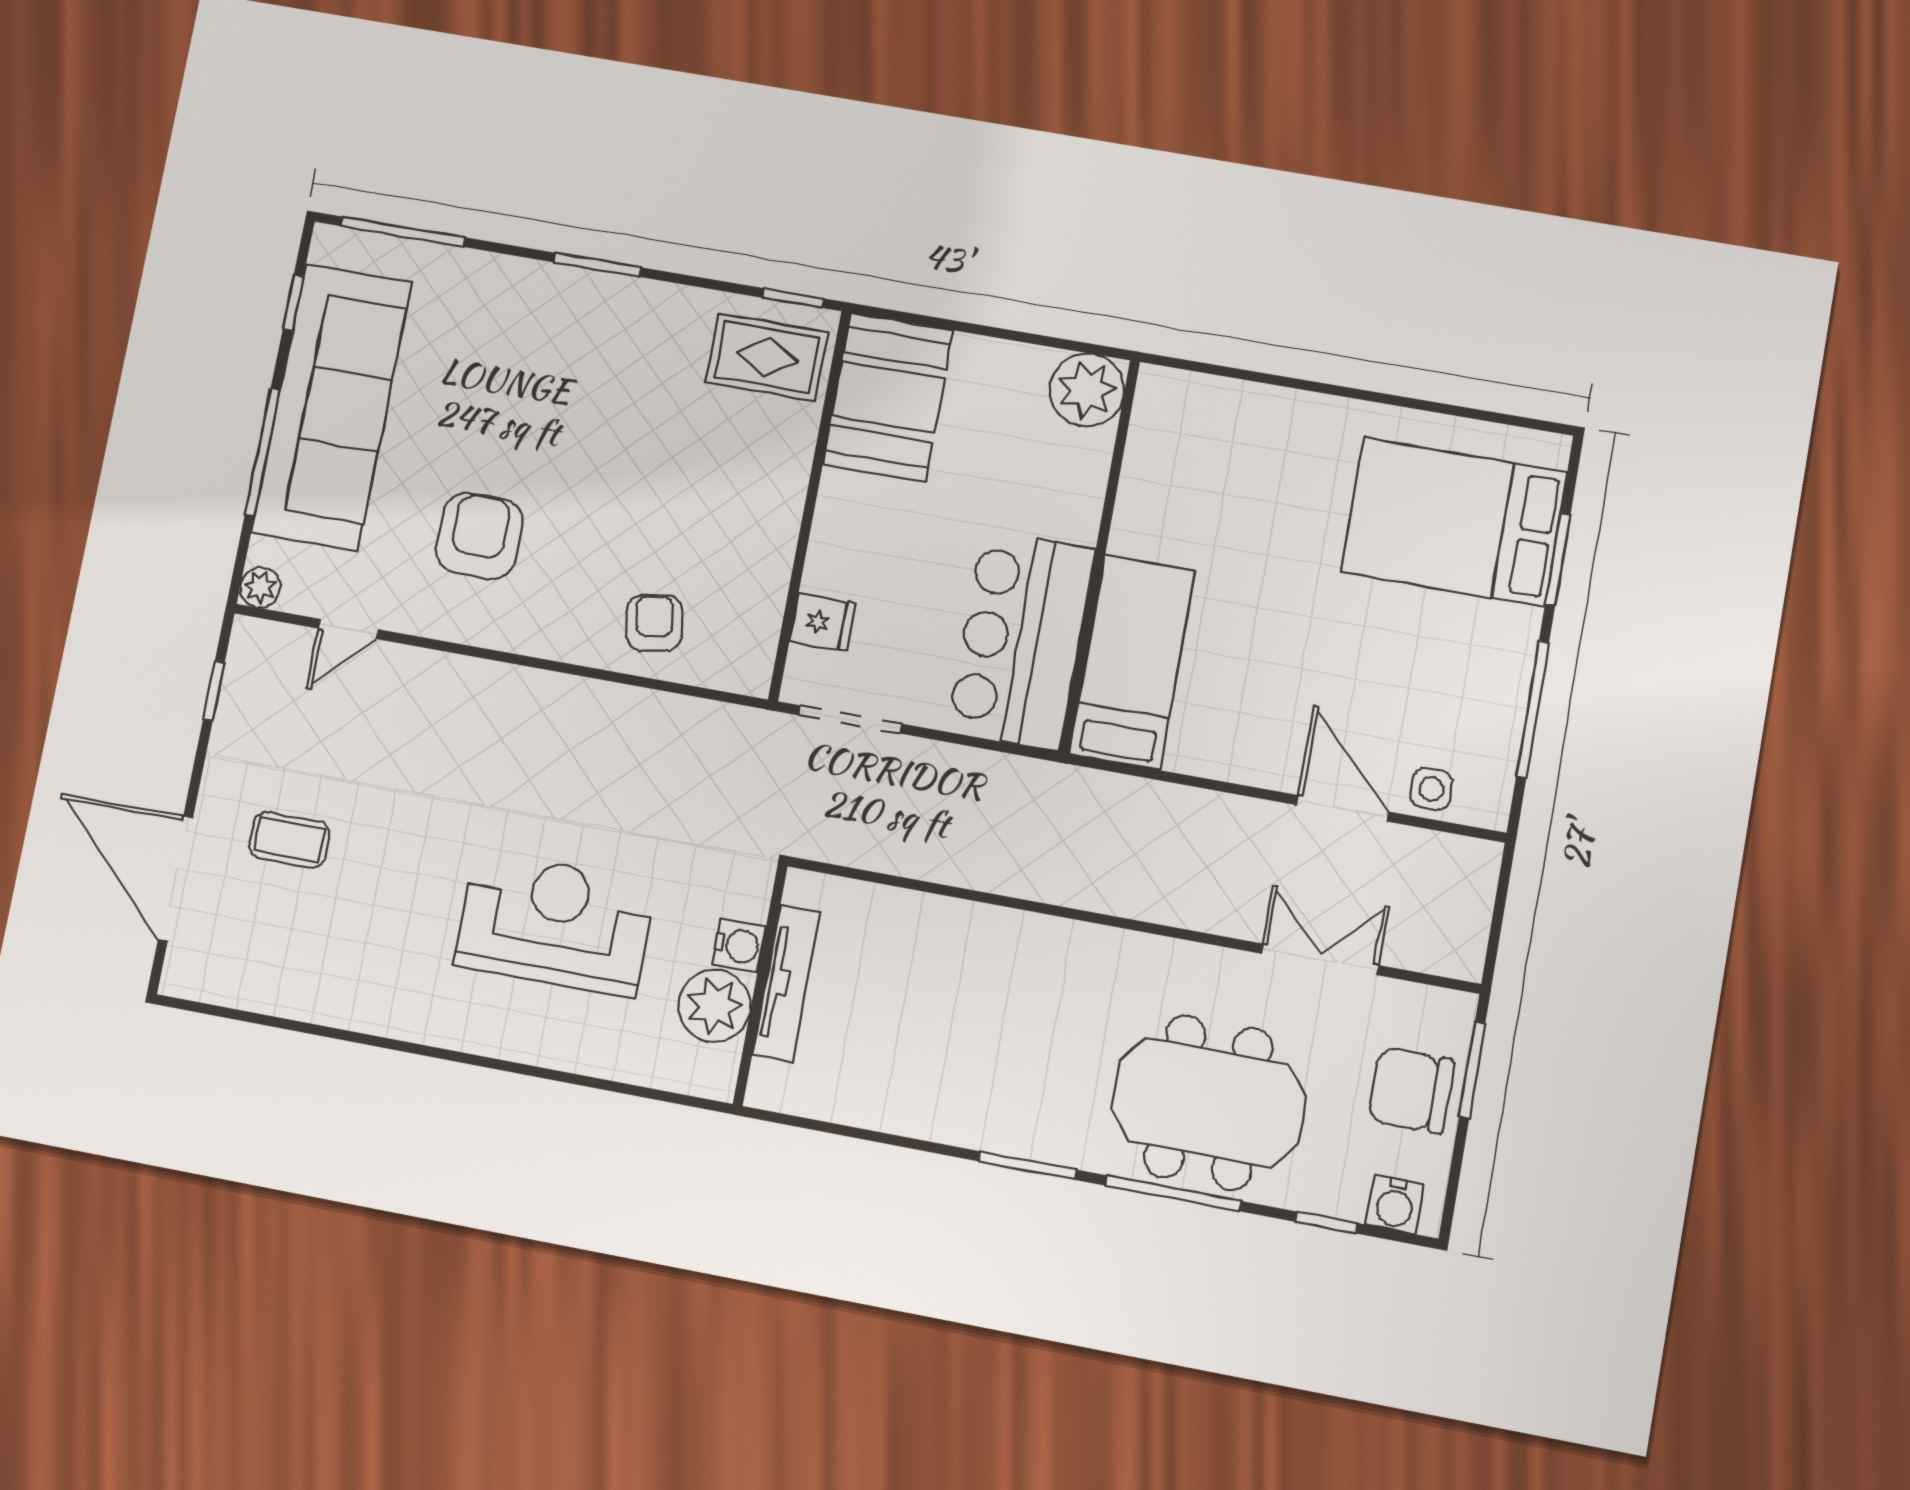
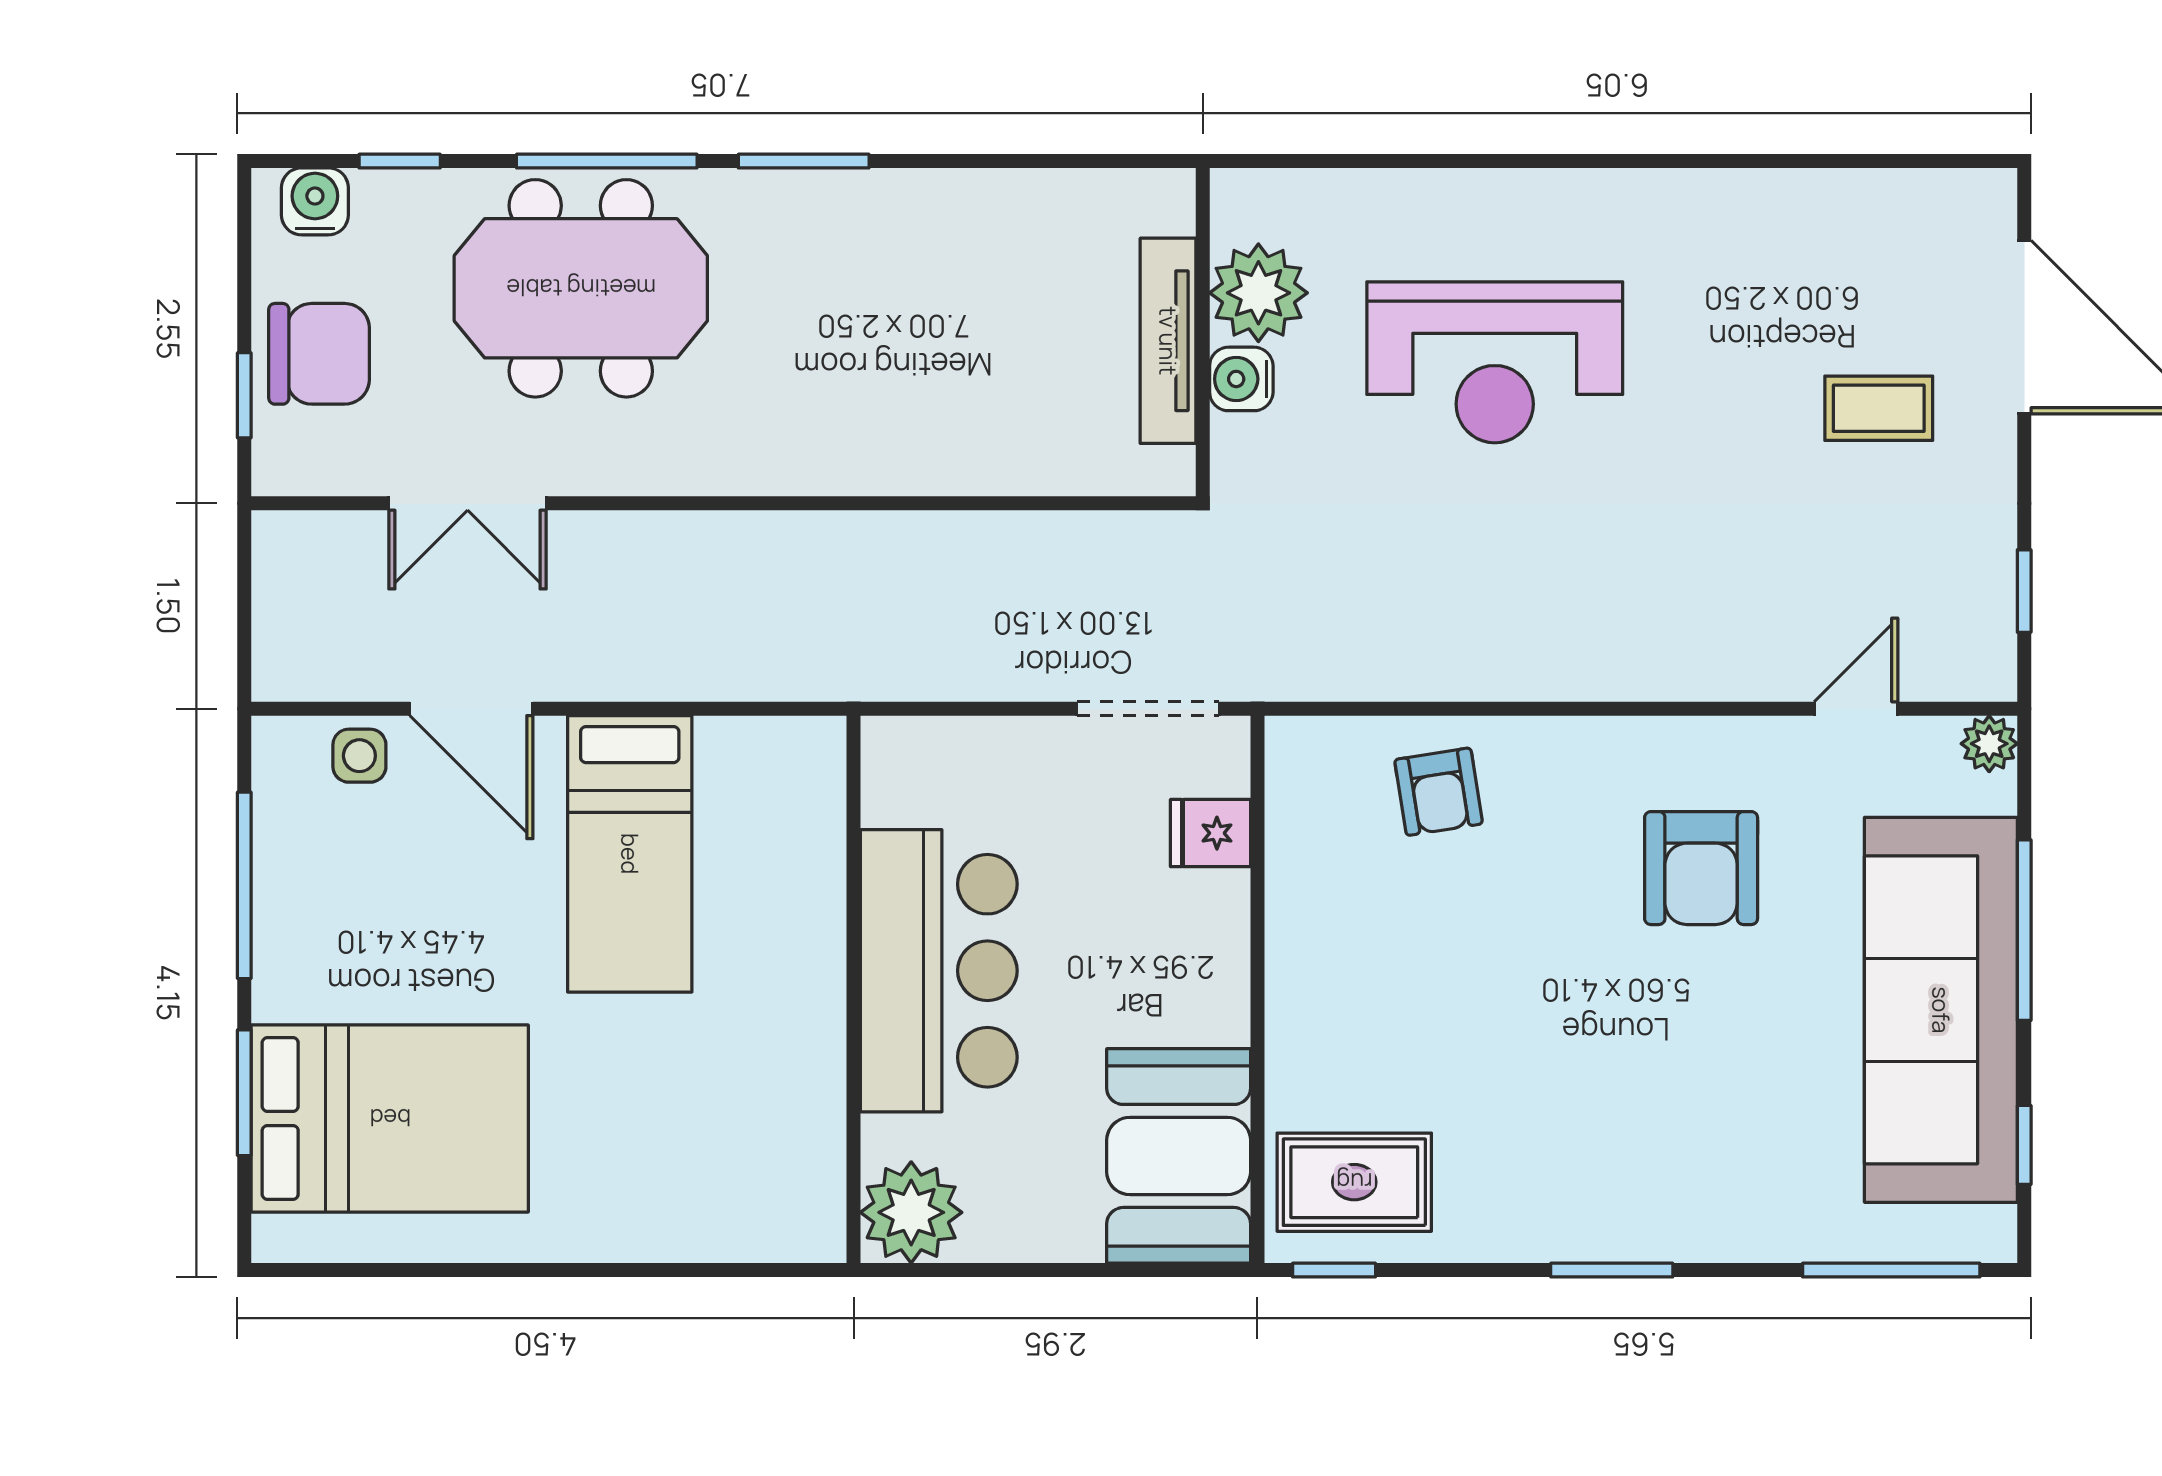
bar counter: (1021, 640) -> (939, 971), moved
bed: (1132, 662) -> (630, 854), moved
window: (1472, 1070) -> (244, 395), width x0.67

